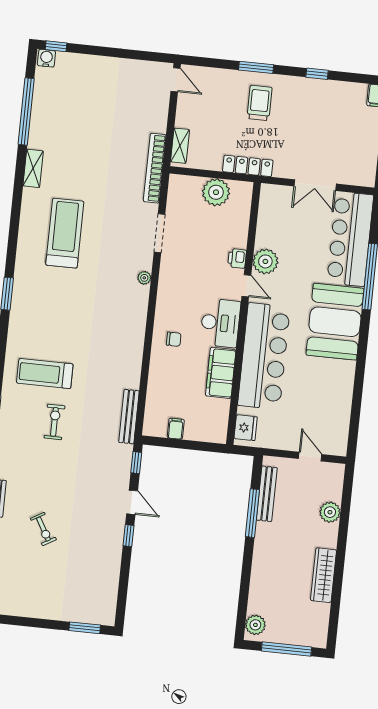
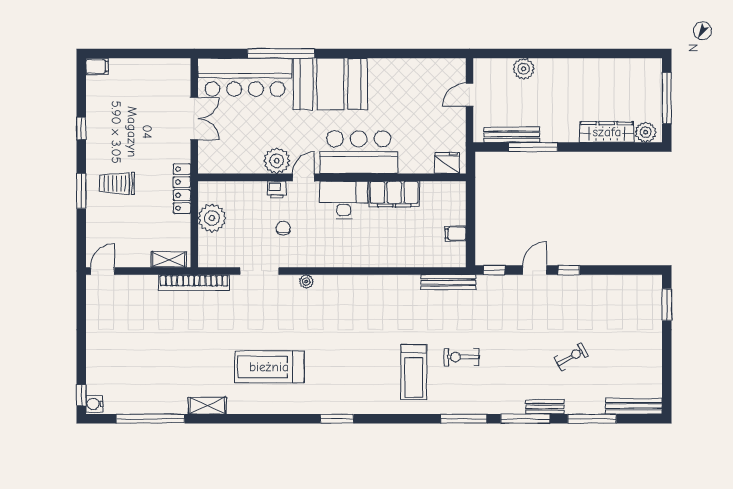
chair: (174, 339) -> (283, 228), moved
bar counter: (264, 356) -> (359, 152), width x0.73
wardrobe: (323, 575) -> (607, 132), moved, turned 180

